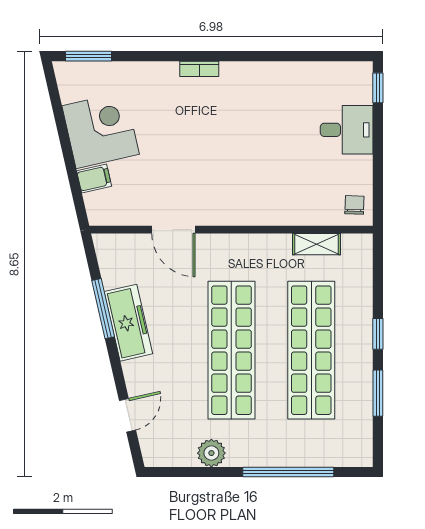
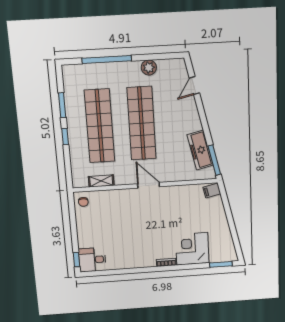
corner desk: (101, 130) -> (192, 249), moved, turned 103
desk: (347, 130) -> (92, 260), moved
filing cabinet: (94, 178) -> (212, 191), moved
door: (173, 230) -> (149, 185), moved
window: (103, 309) -> (214, 160), moved
freezer: (128, 323) -> (200, 150), moved

